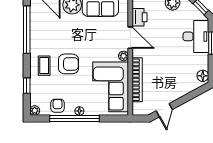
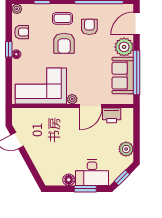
armchair: (52, 39) -> (89, 27), added
floor lamp: (203, 76) -> (69, 180), moved
bookcase: (137, 80) -> (48, 113), removed
window: (74, 118) -> (9, 49), width x0.32

